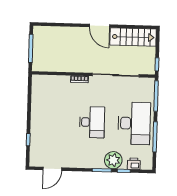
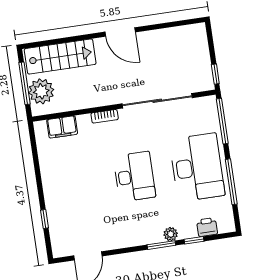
stairs: (133, 37) -> (60, 57), moved
plant: (41, 56) -> (41, 91), added
filing cabinet: (50, 81) -> (62, 127), added
plant: (113, 160) -> (171, 234), width x0.53, depth x0.53

